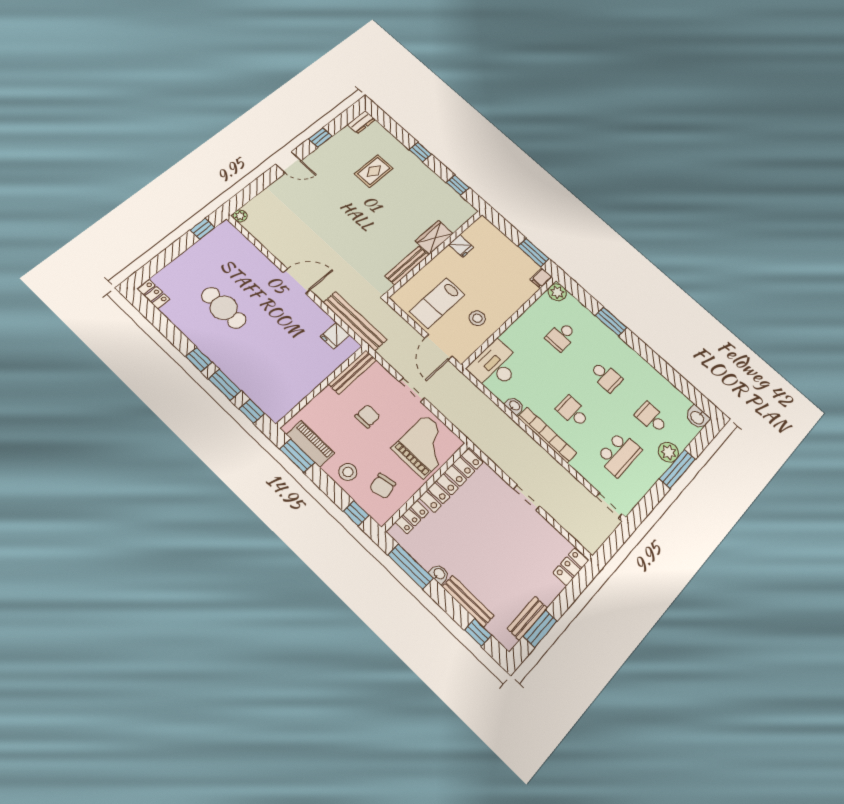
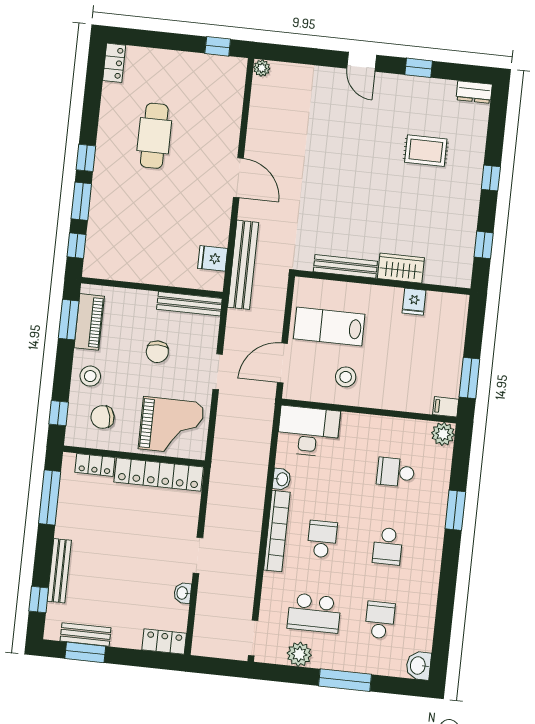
chair: (367, 416) -> (157, 352), turned 90
plant: (668, 452) -> (299, 654), moved
washbasin: (439, 574) -> (183, 593), moved, turned 180

